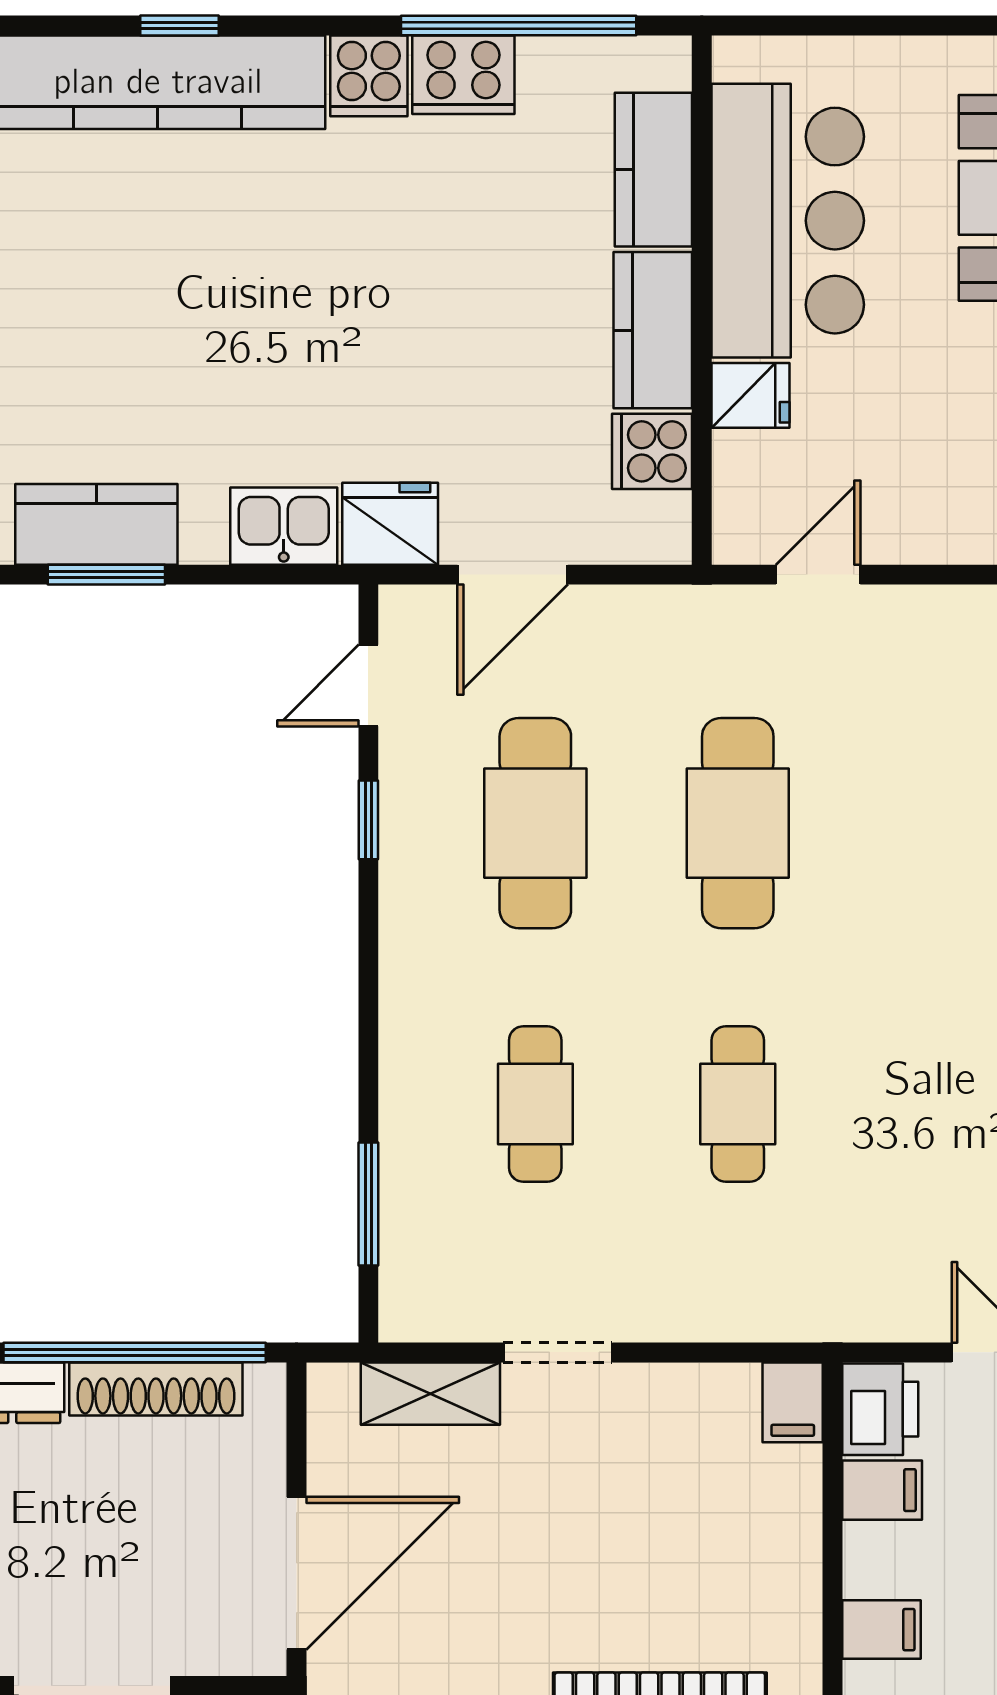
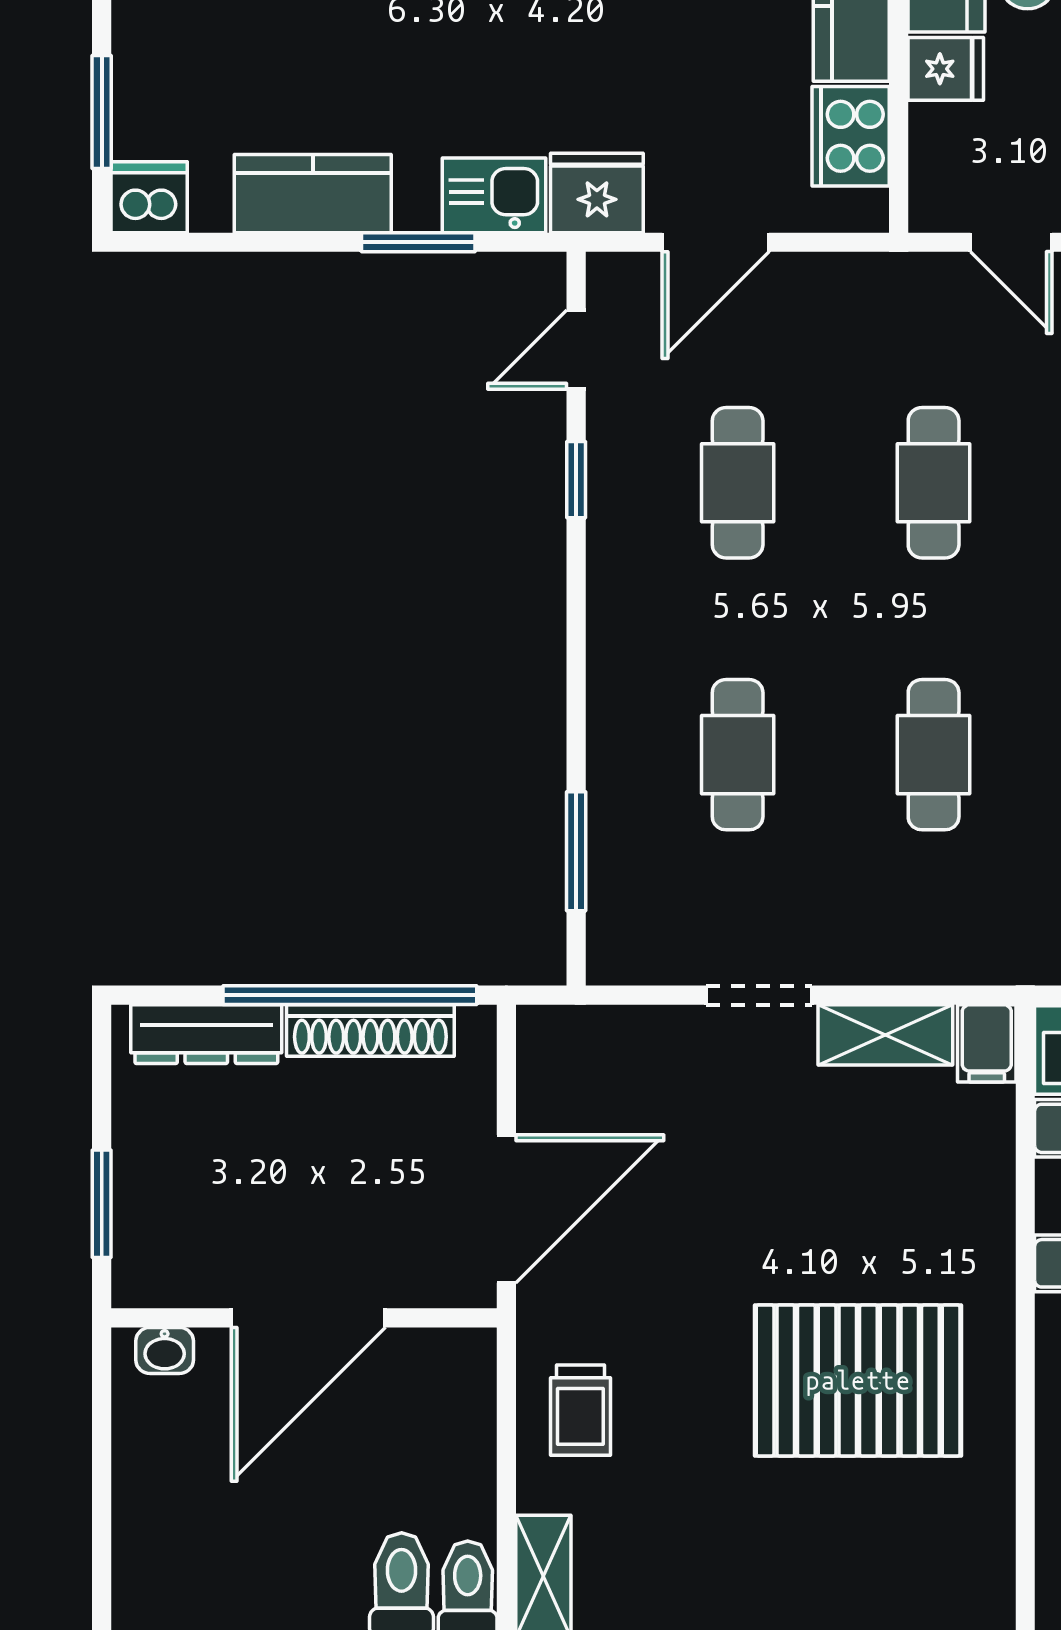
cooker: (652, 451) -> (851, 136), width x1.36
window: (106, 575) -> (418, 242), moved
door: (818, 575) -> (1011, 242), swing flipped
cafe table: (535, 823) -> (738, 483), width x0.73, depth x0.74
cafe table: (738, 823) -> (934, 483), width x0.73, depth x0.74
shelving: (430, 1394) -> (885, 1035), moved

